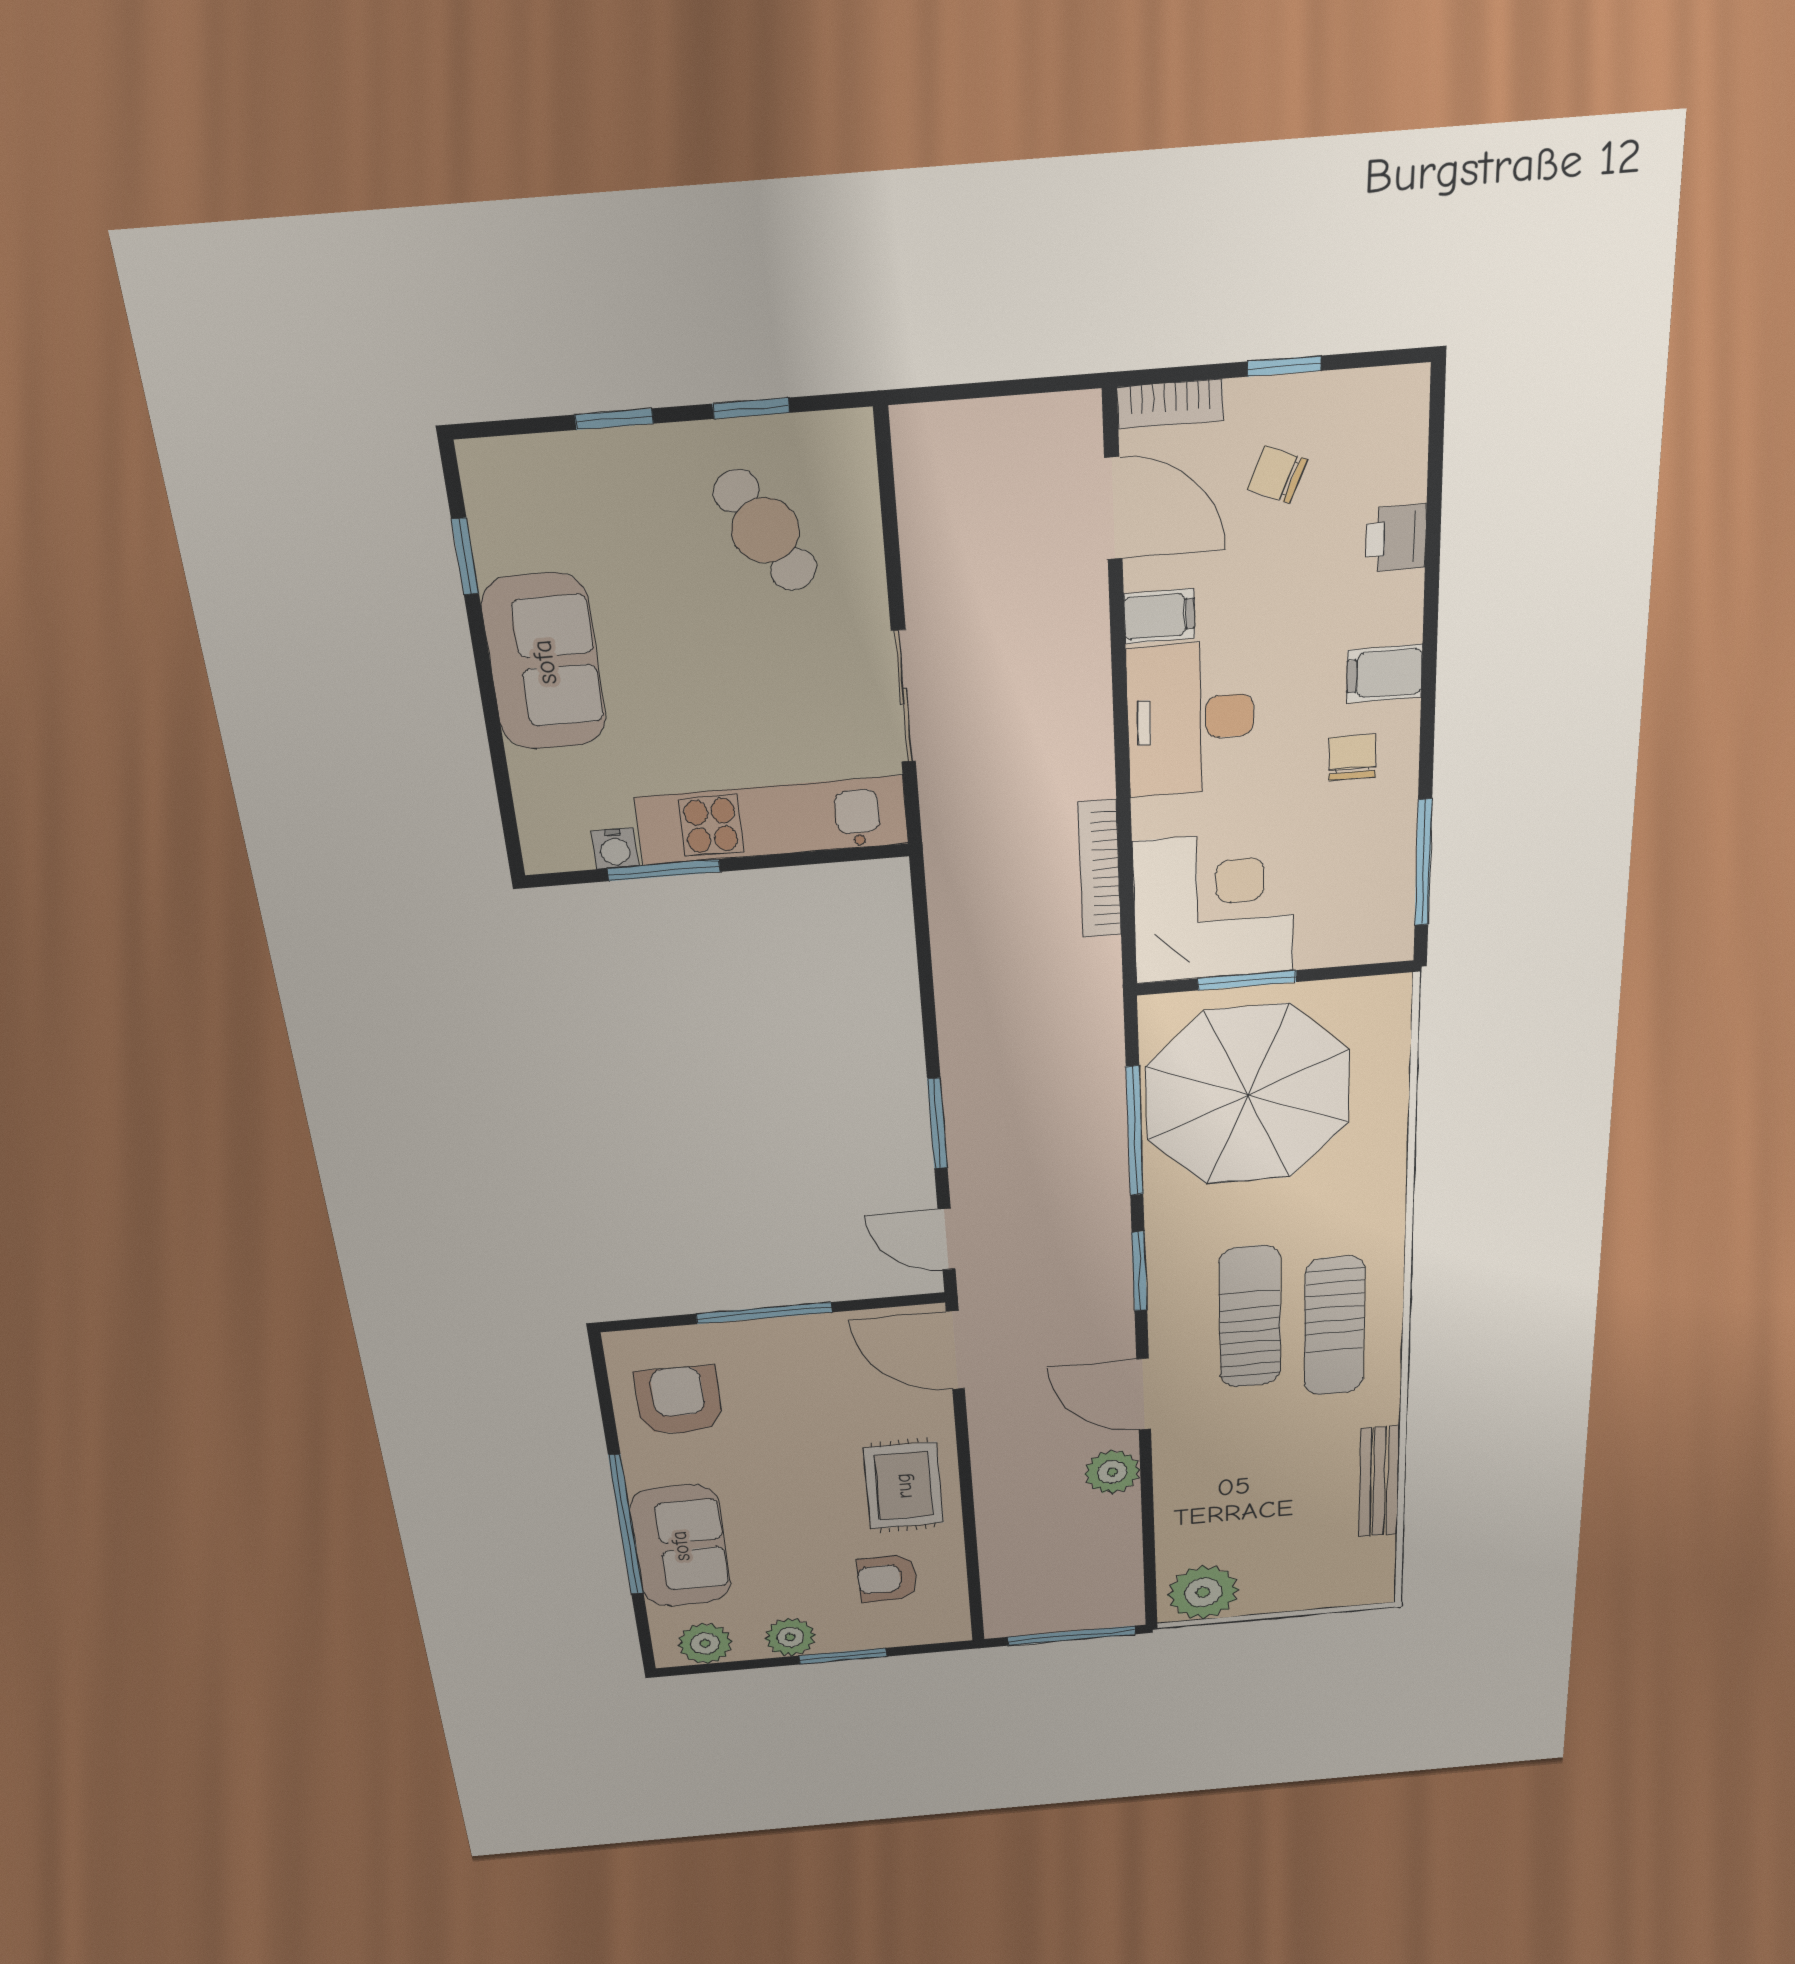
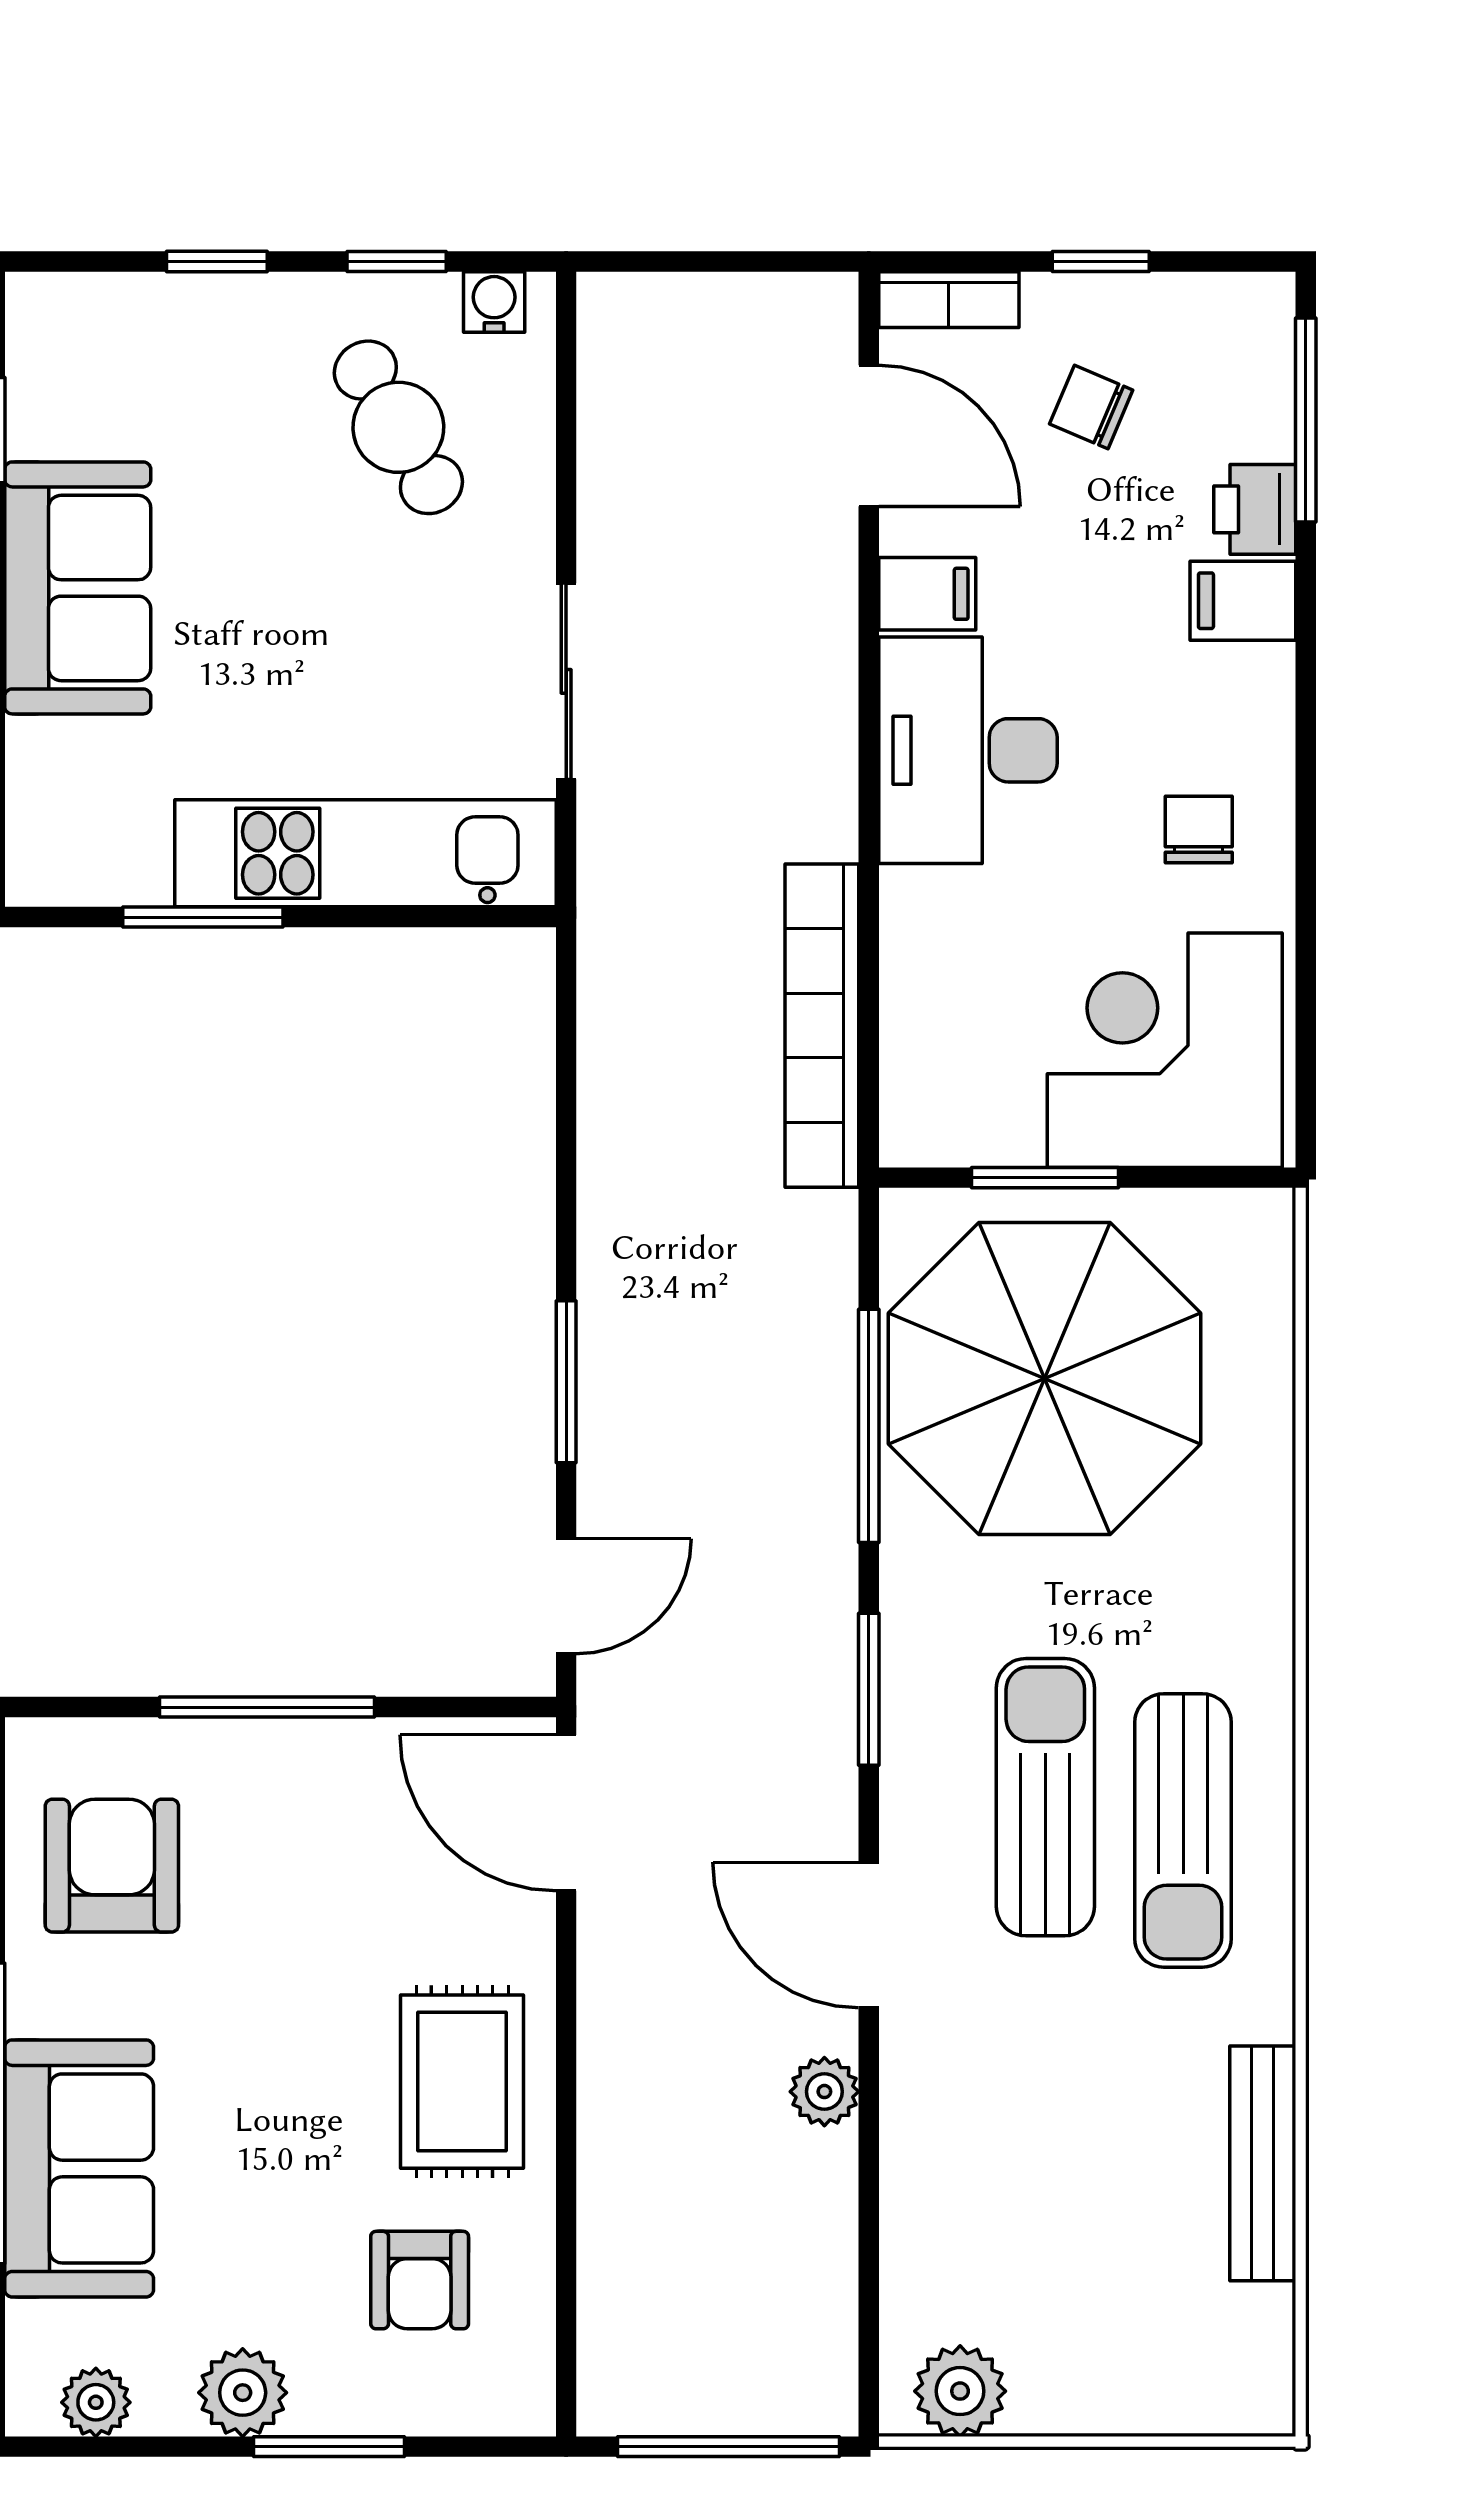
filing cabinet: (1385, 674) -> (1243, 601), moved
water cooler: (615, 848) -> (494, 302), moved, turned 180
window: (1423, 863) -> (1306, 420), moved
bookcase: (1100, 869) -> (822, 1026), width x1.48, depth x1.31
corner desk: (1213, 907) -> (1165, 1050), moved, turned -90
door: (947, 1239) -> (566, 1596), swing flipped
plant: (1112, 1472) -> (824, 2092), width x0.73, depth x0.73
armchair: (887, 1578) -> (420, 2280), turned -89
plant: (1203, 1592) -> (960, 2391), width x0.73, depth x0.73
plant: (705, 1643) -> (96, 2402), width x0.73, depth x0.73

